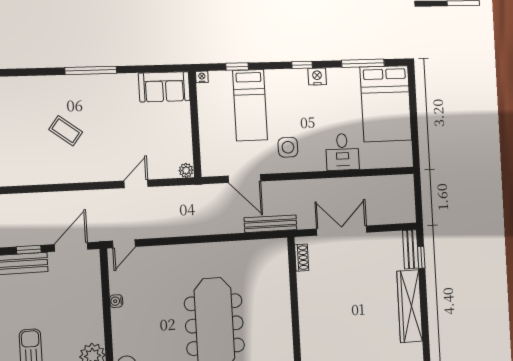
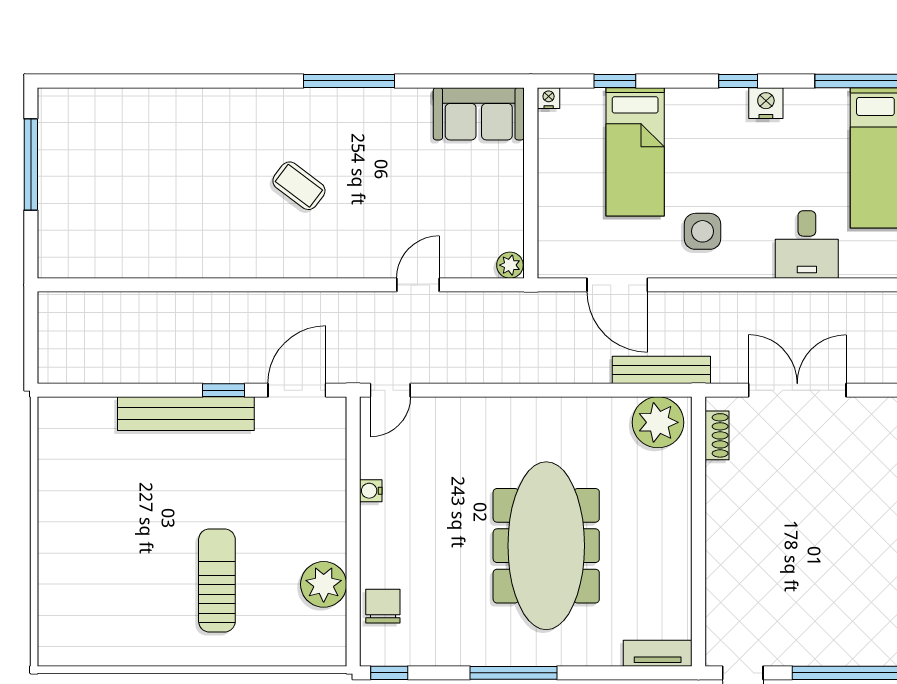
plant: (270, 253) -> (658, 422), added

